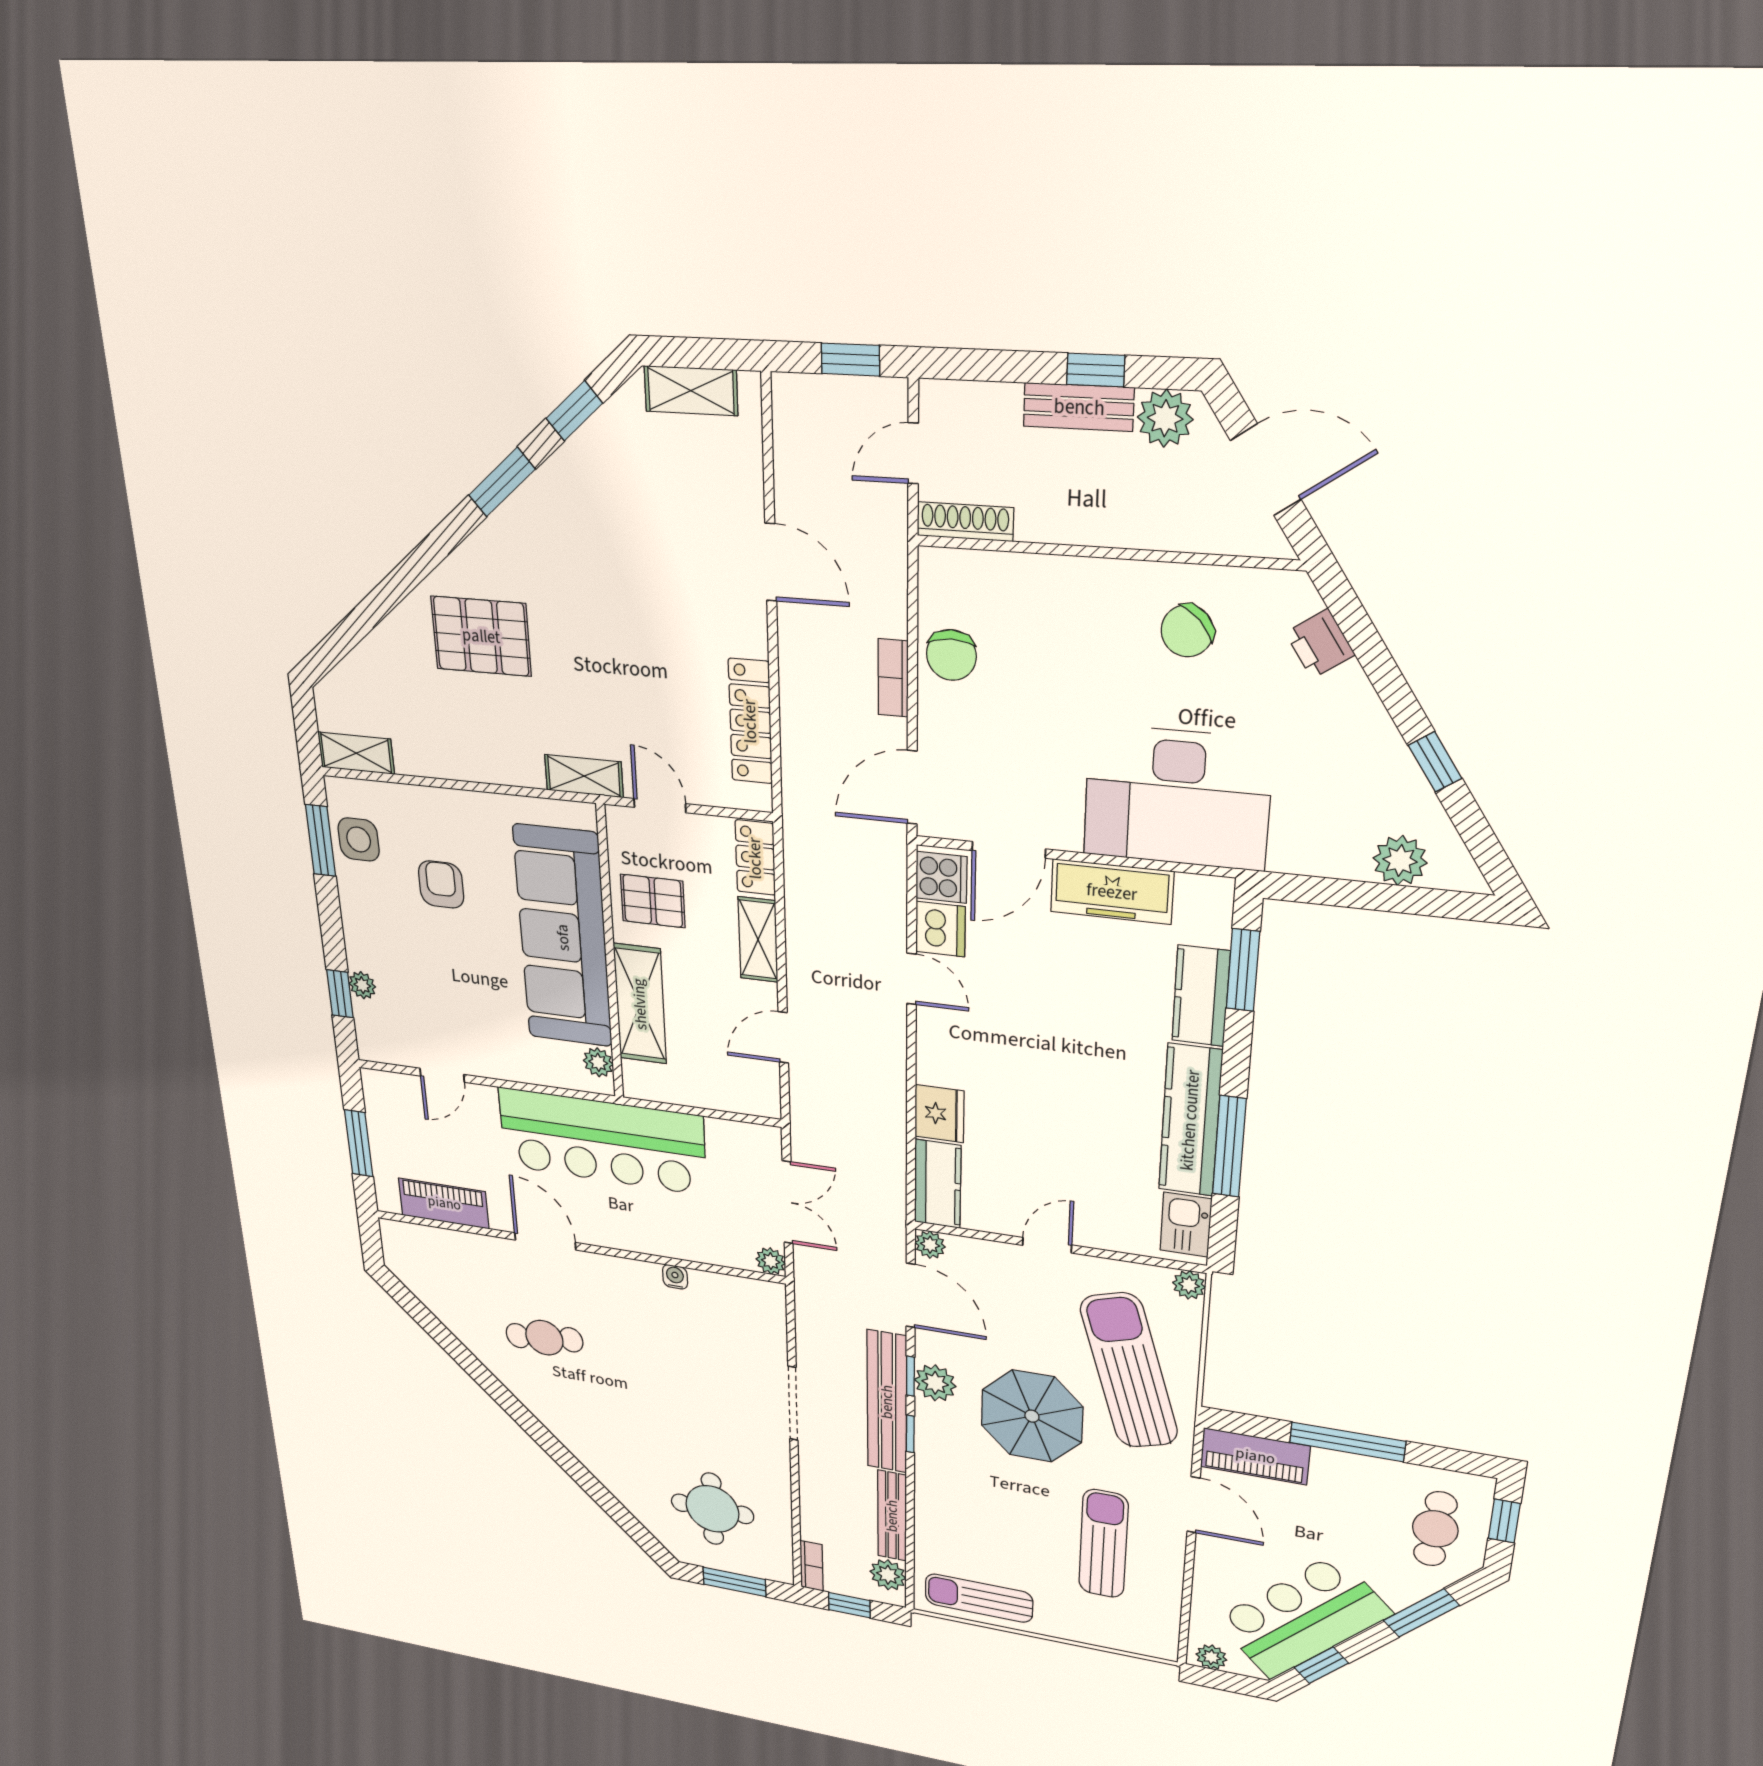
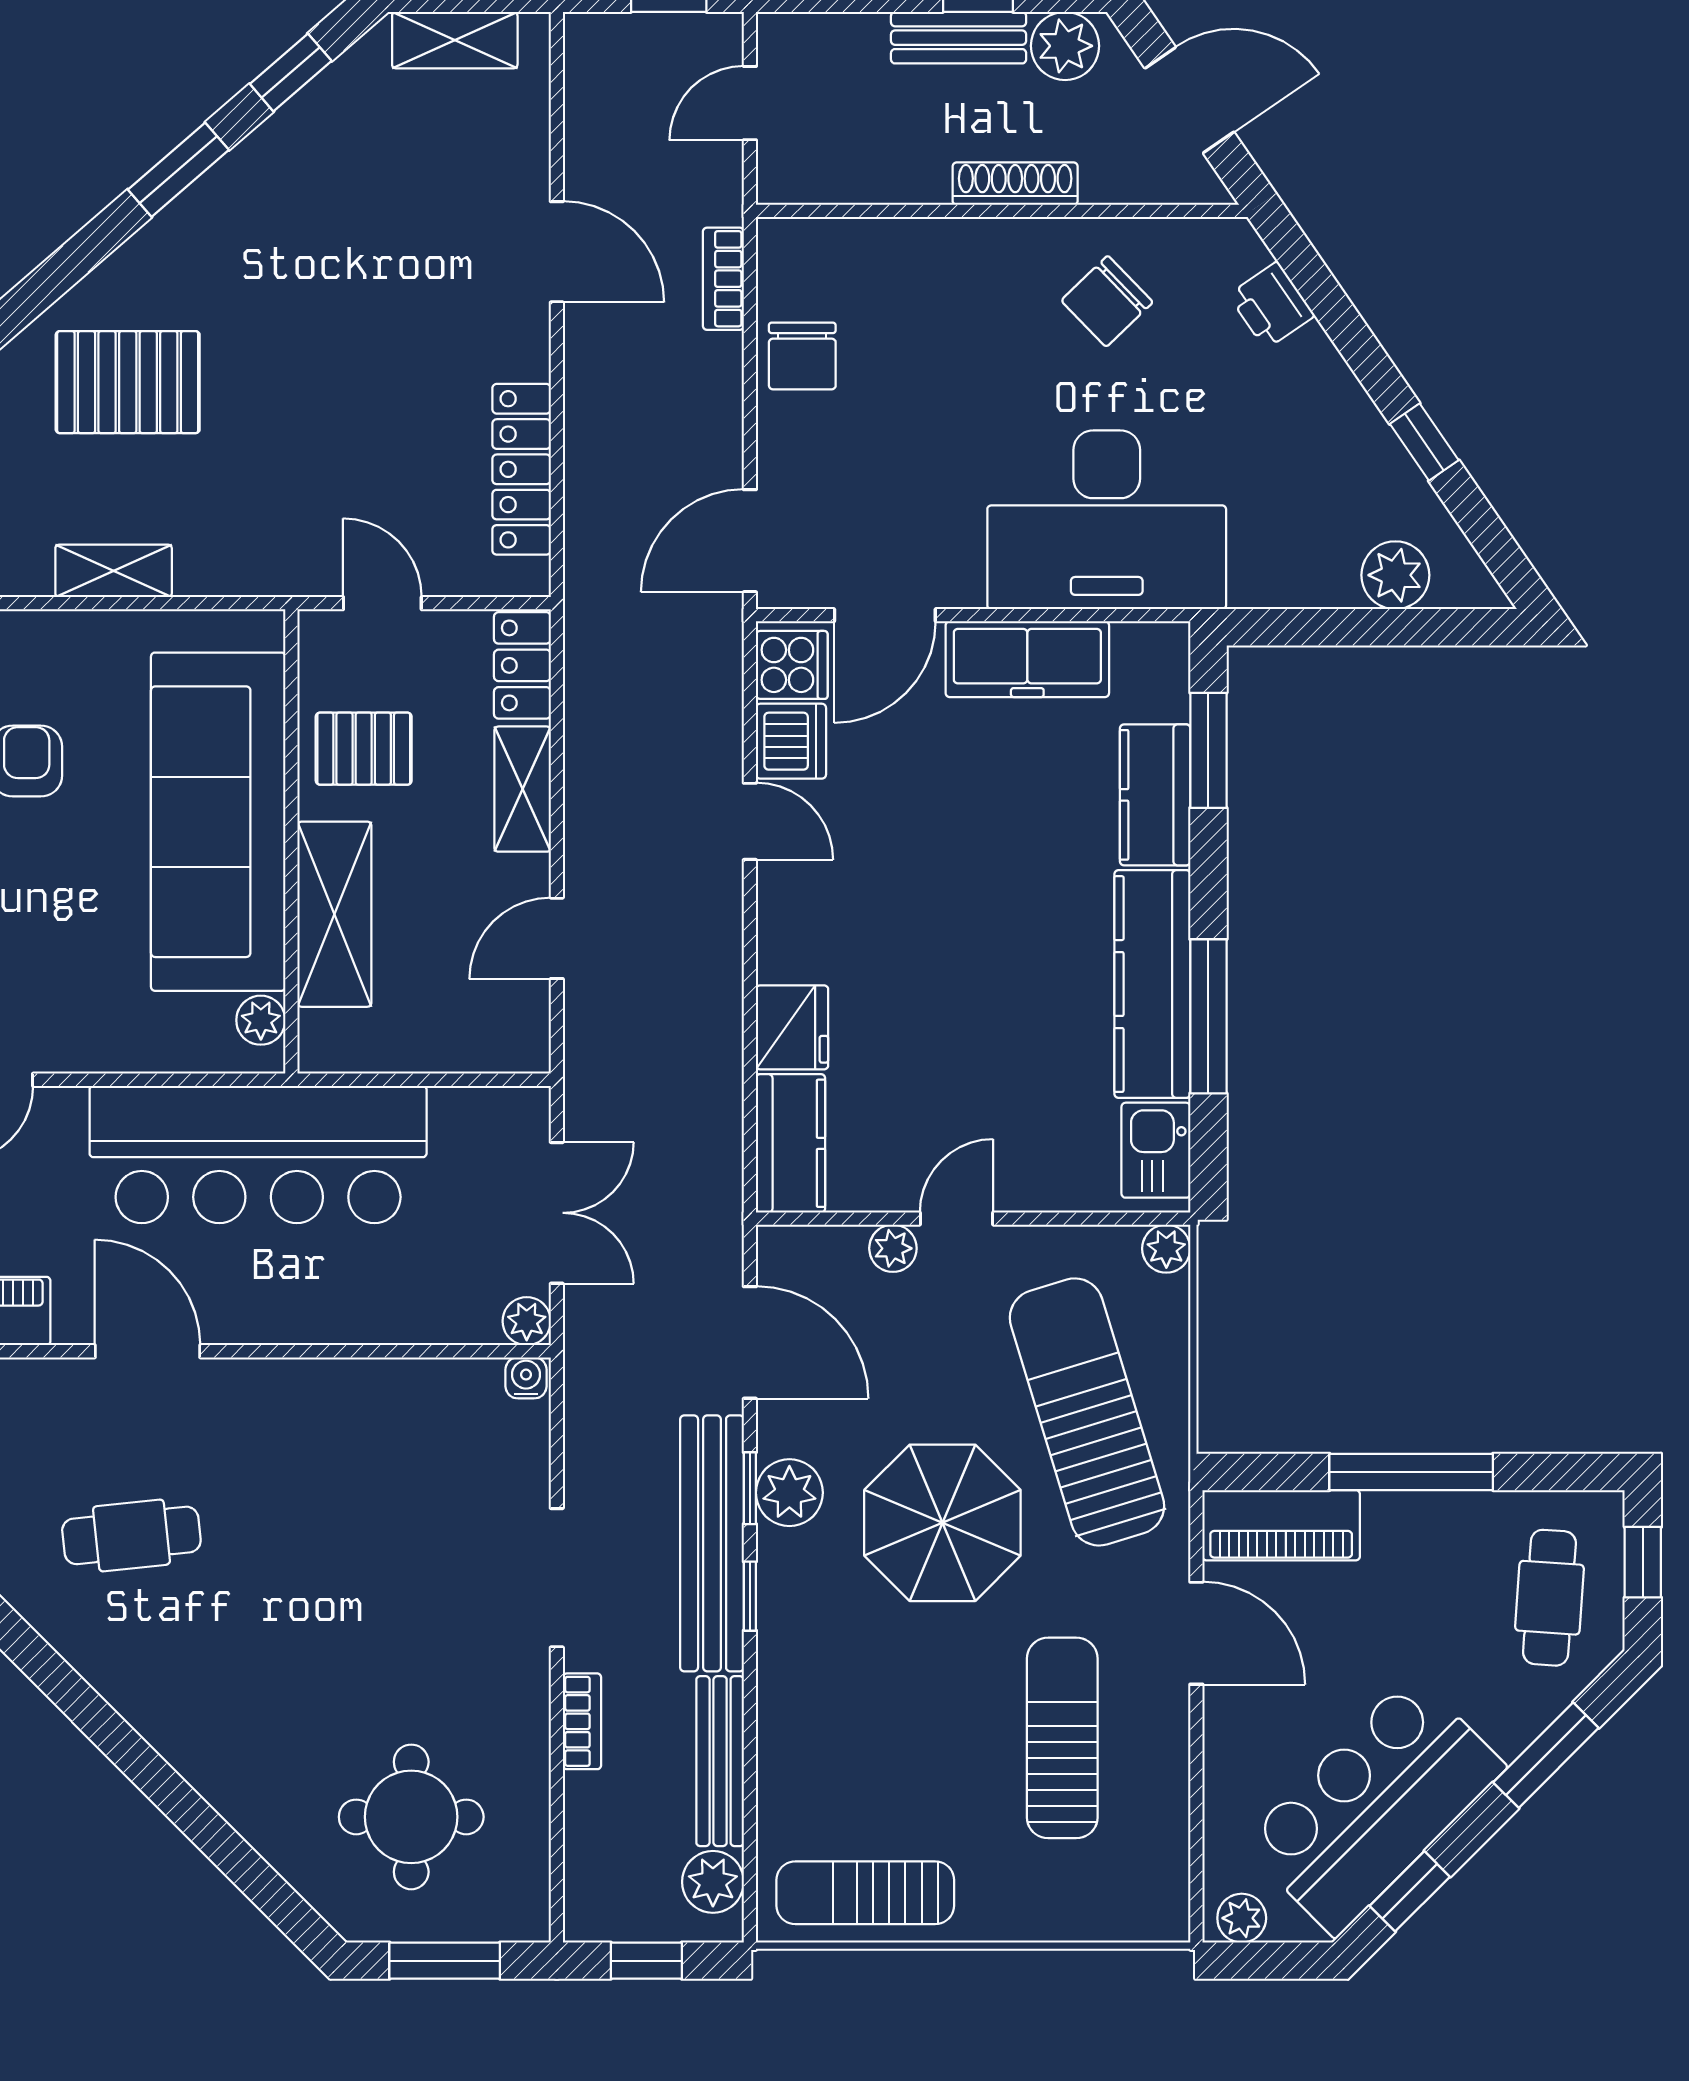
shoe rack: (965, 522) -> (1015, 184), moved
bookcase: (893, 678) -> (723, 279), moved
shelving: (584, 776) -> (114, 571), moved
plant: (930, 1245) -> (893, 1248), moved
water cooler: (675, 1277) -> (526, 1378), moved
bookcase: (812, 1566) -> (582, 1721), moved

